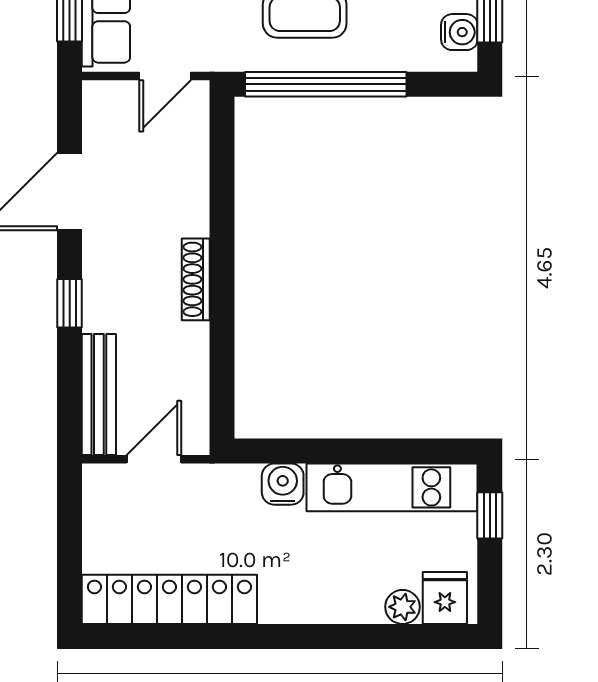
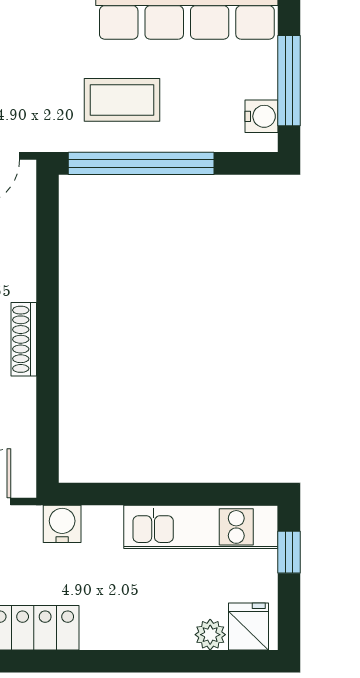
water cooler: (283, 484) -> (62, 524), moved

